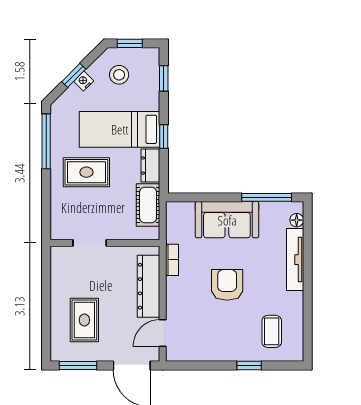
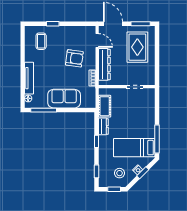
bed: (120, 129) -> (134, 148), moved, turned 180
rug: (86, 172) -> (136, 123), removed
armchair: (227, 285) -> (74, 58), moved, turned -82
rug: (84, 320) -> (137, 47), width x1.36, depth x1.43
door: (163, 333) -> (97, 40), hinge flipped

